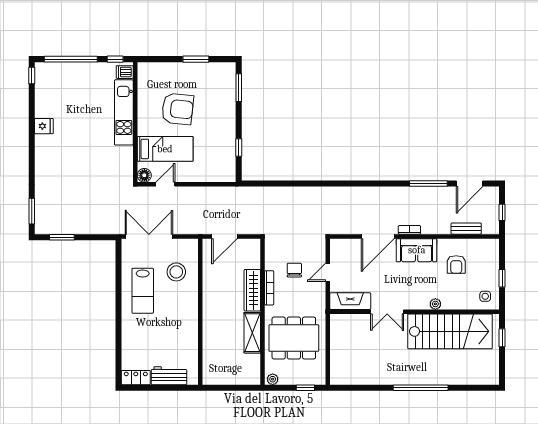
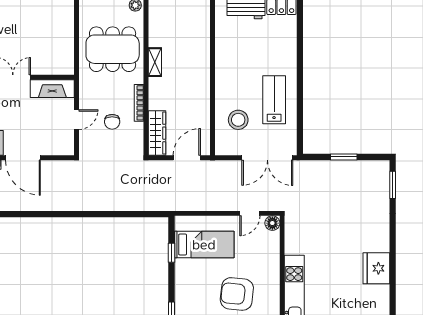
fridge: (44, 126) -> (376, 268), width x1.88, depth x1.34
bed: (165, 149) -> (204, 245), moved, turned 180
door: (378, 236) -> (23, 158), swing flipped
window: (62, 237) -> (344, 157), moved
wardrobe: (252, 290) -> (157, 133), moved
shelving: (252, 333) -> (155, 62), width x0.67, depth x0.75

